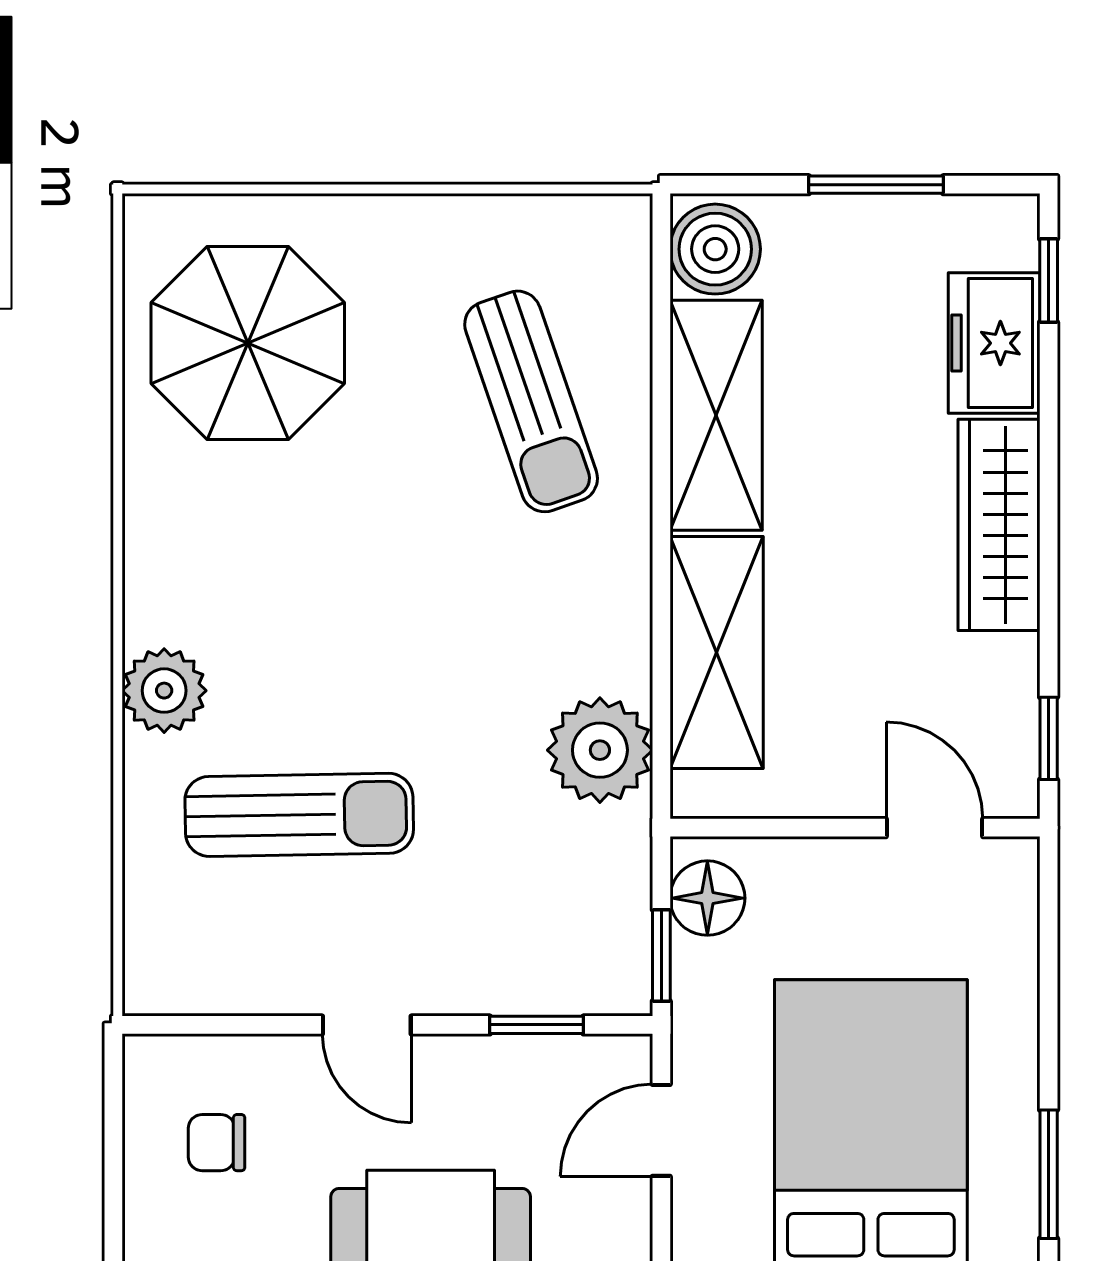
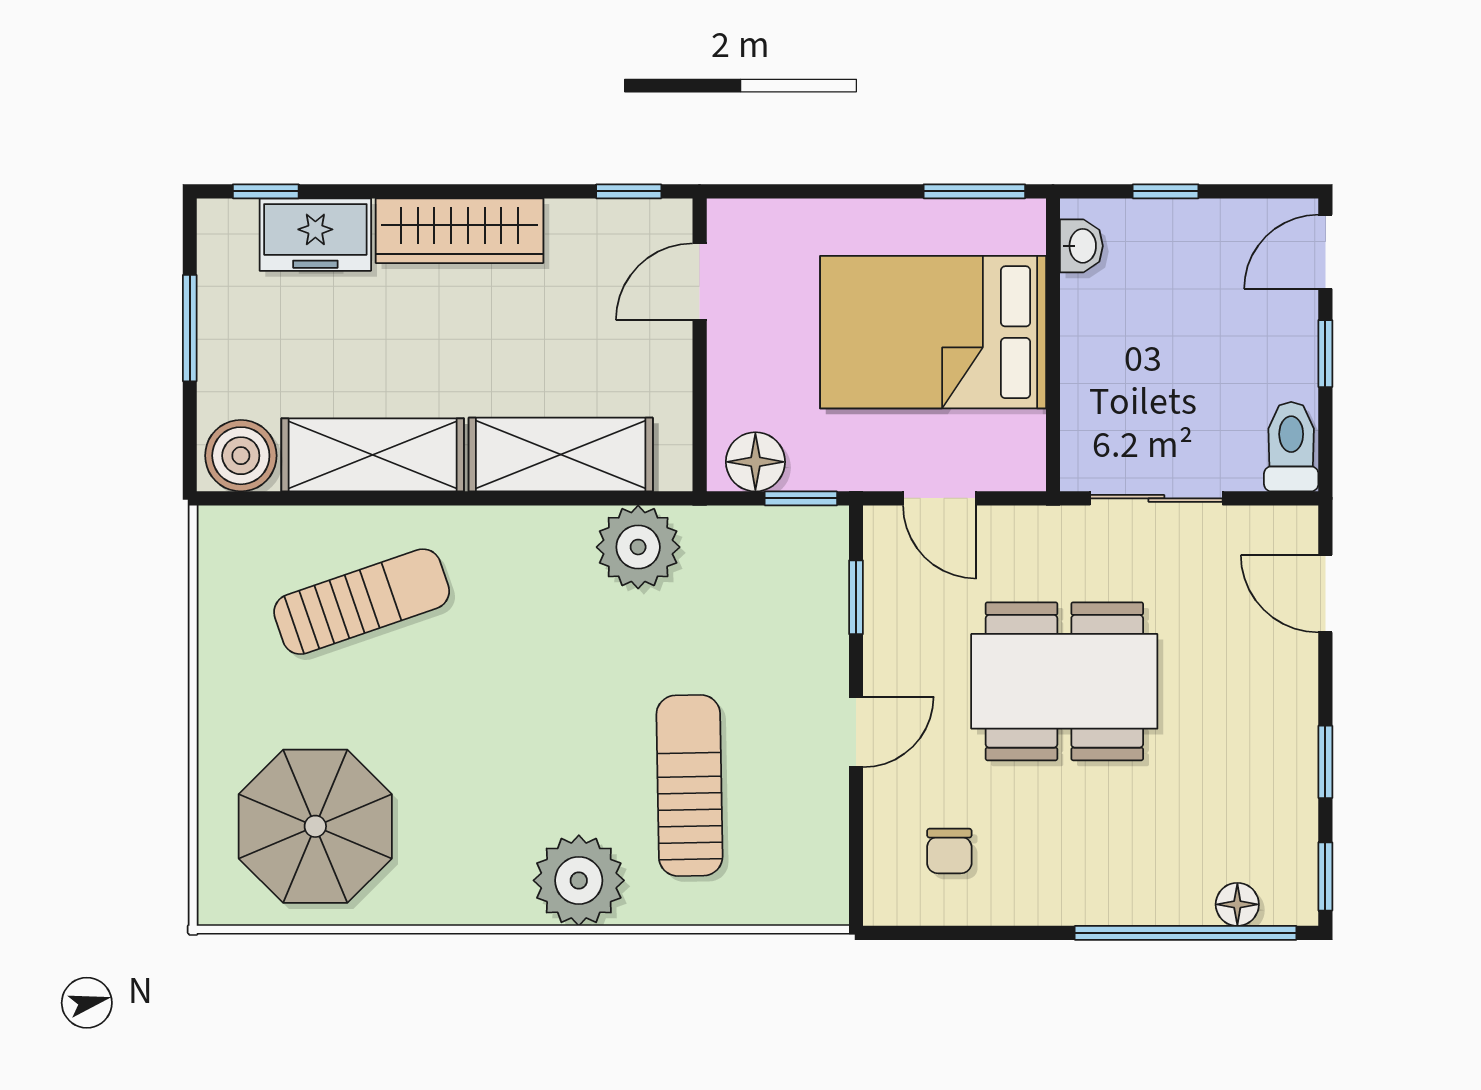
plant: (164, 691) -> (579, 880), width x1.36, depth x1.36

